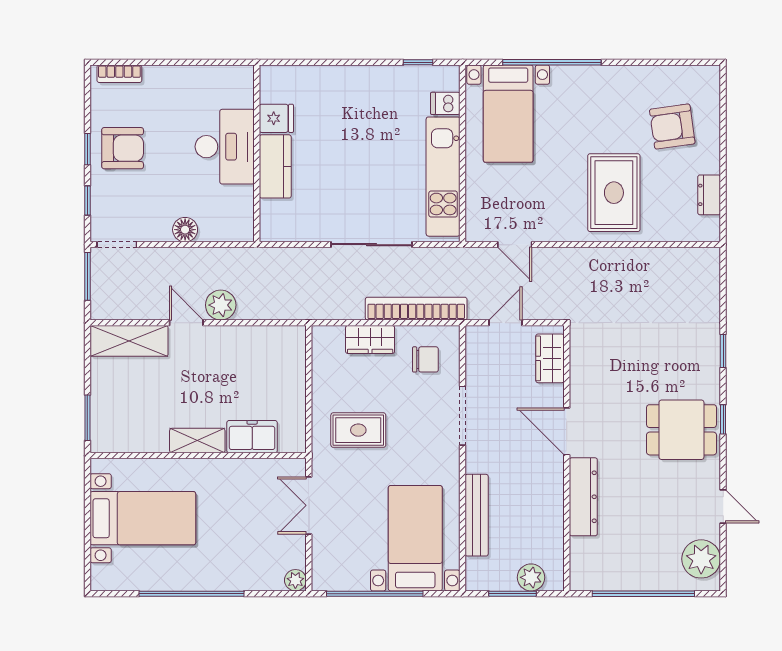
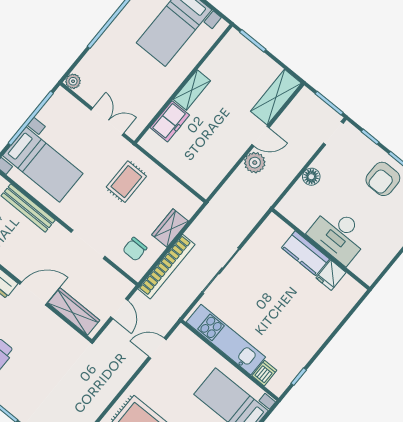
wardrobe: (550, 358) -> (74, 311), width x1.50

